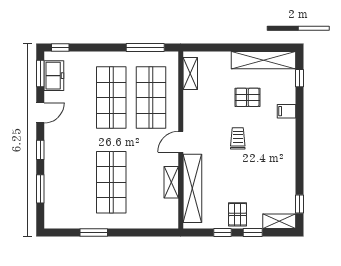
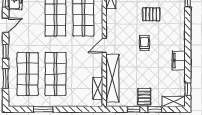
filing cabinet: (286, 111) -> (179, 61), moved, width x2.00
shop shelf: (72, 182) -> (28, 74), added
shelving: (171, 182) -> (98, 88), moved

